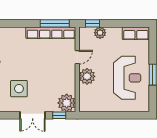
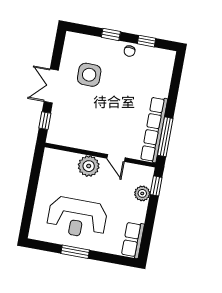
plant: (67, 103) -> (59, 133), removed

